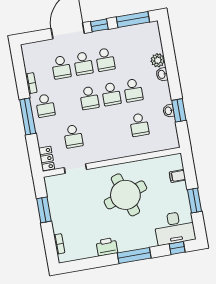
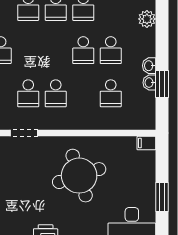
washbasin: (162, 74) -> (149, 66), moved
school desk: (89, 98) -> (56, 93), moved
filing cabinet: (178, 176) -> (146, 143), moved

